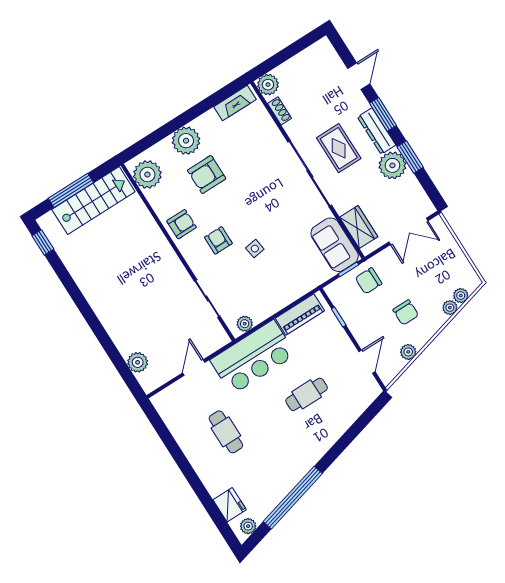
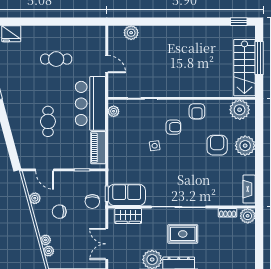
chair: (369, 281) -> (92, 201), turned 180

